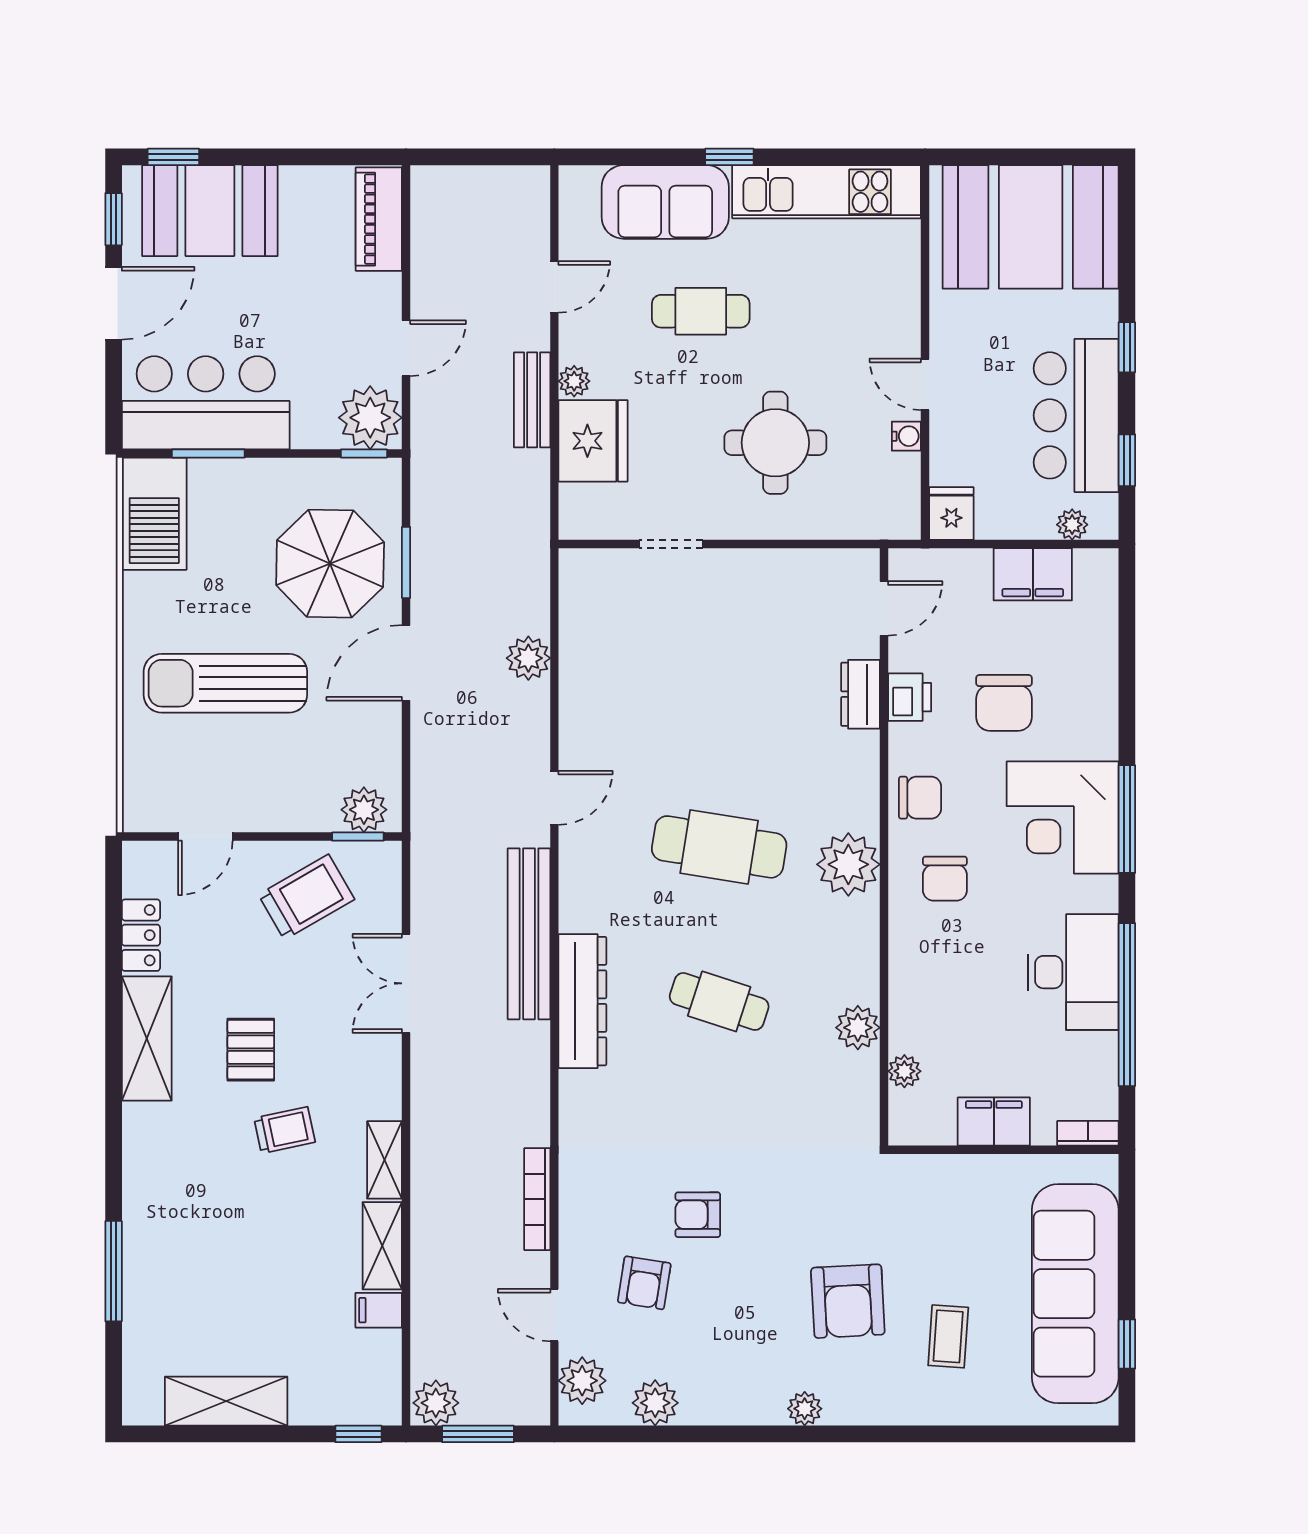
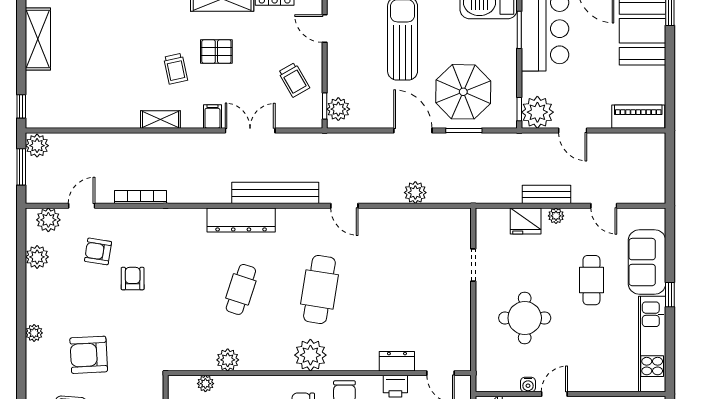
fridge: (593, 441) -> (526, 221), width x0.73, depth x0.75
trolley: (306, 897) -> (294, 80), width x0.73, depth x0.72
shelving: (382, 1246) -> (117, 118), removed
filing cabinet: (379, 1310) -> (212, 117), moved

